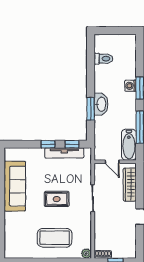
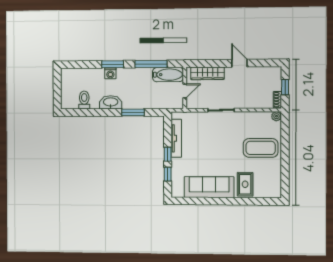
washbasin: (101, 104) -> (111, 102), moved
window: (72, 144) -> (168, 174), moved
rug: (57, 199) -> (245, 184), moved
coffee table: (55, 238) -> (261, 148), turned 90

